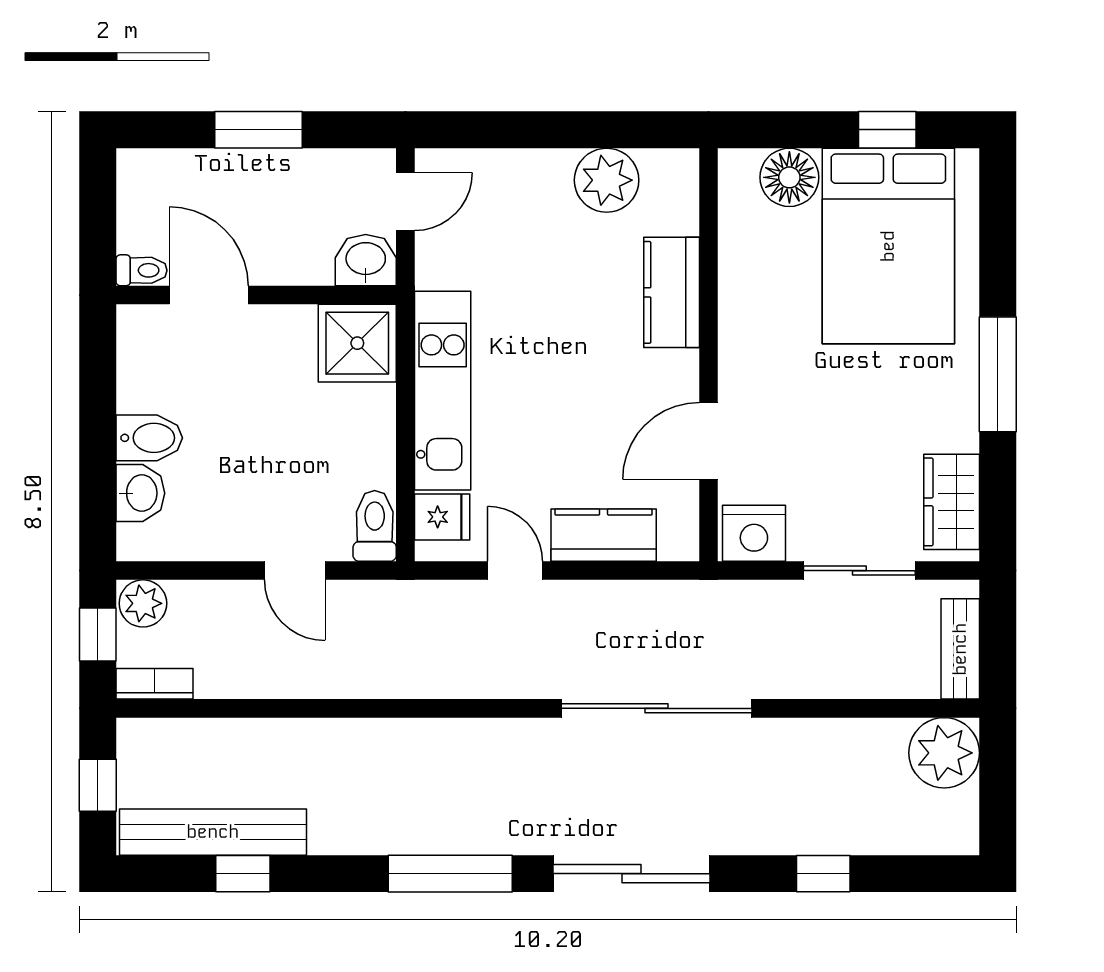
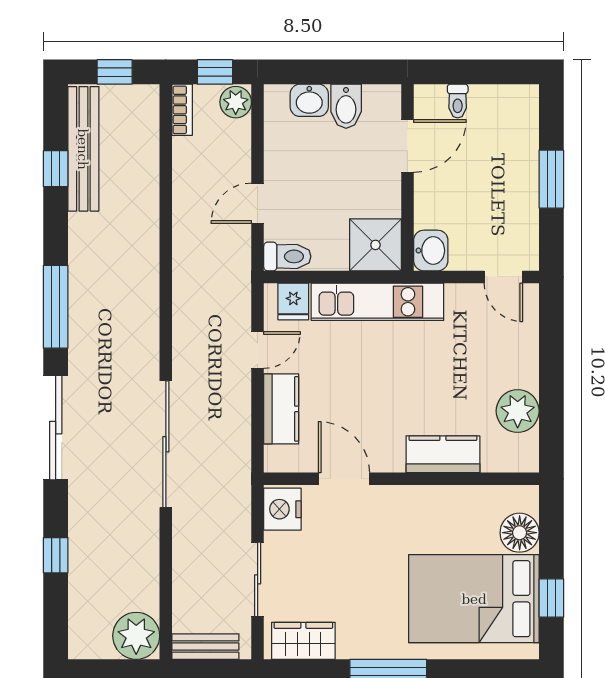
washbasin: (366, 260) -> (431, 251), moved
door: (209, 295) -> (407, 146), moved
wall: (256, 295) -> (407, 178), moved
shower: (357, 343) -> (375, 245), moved

